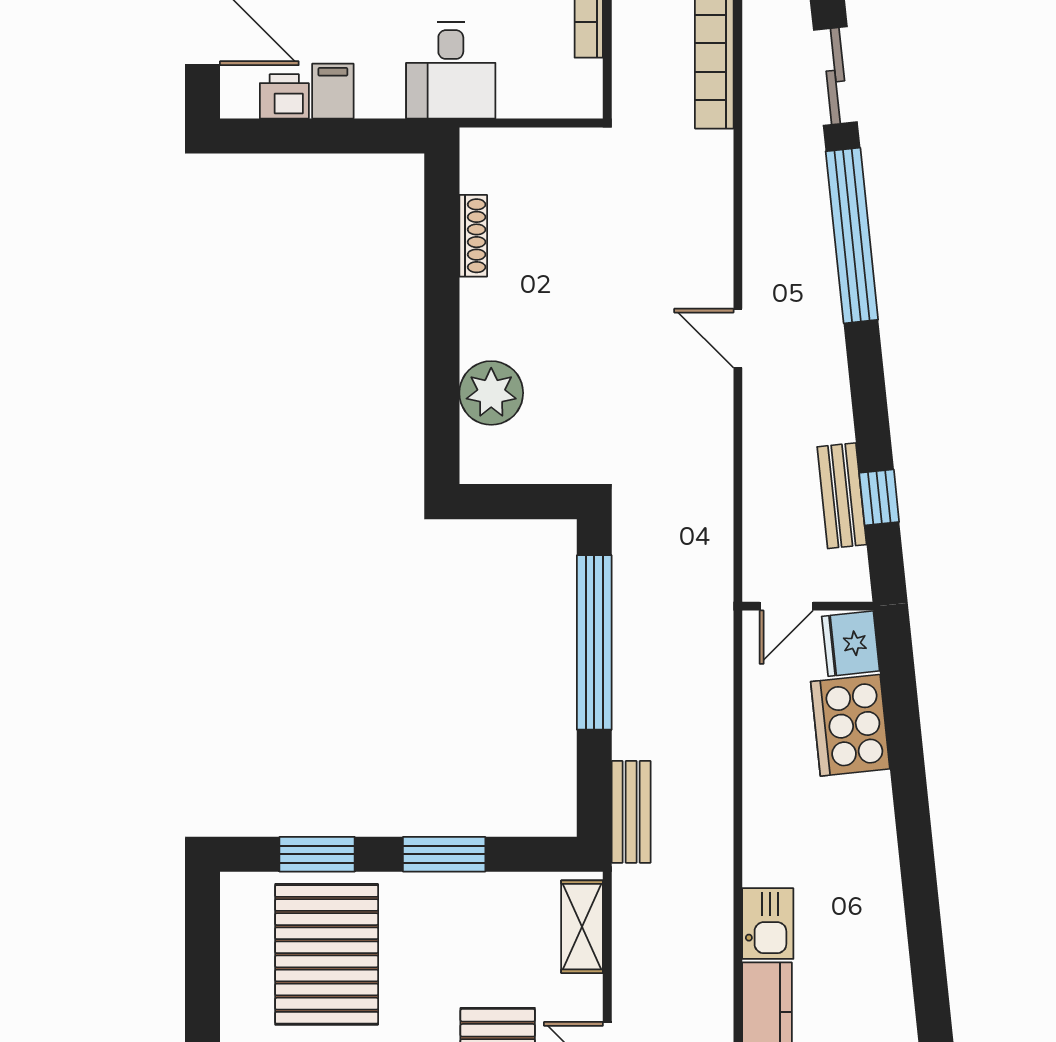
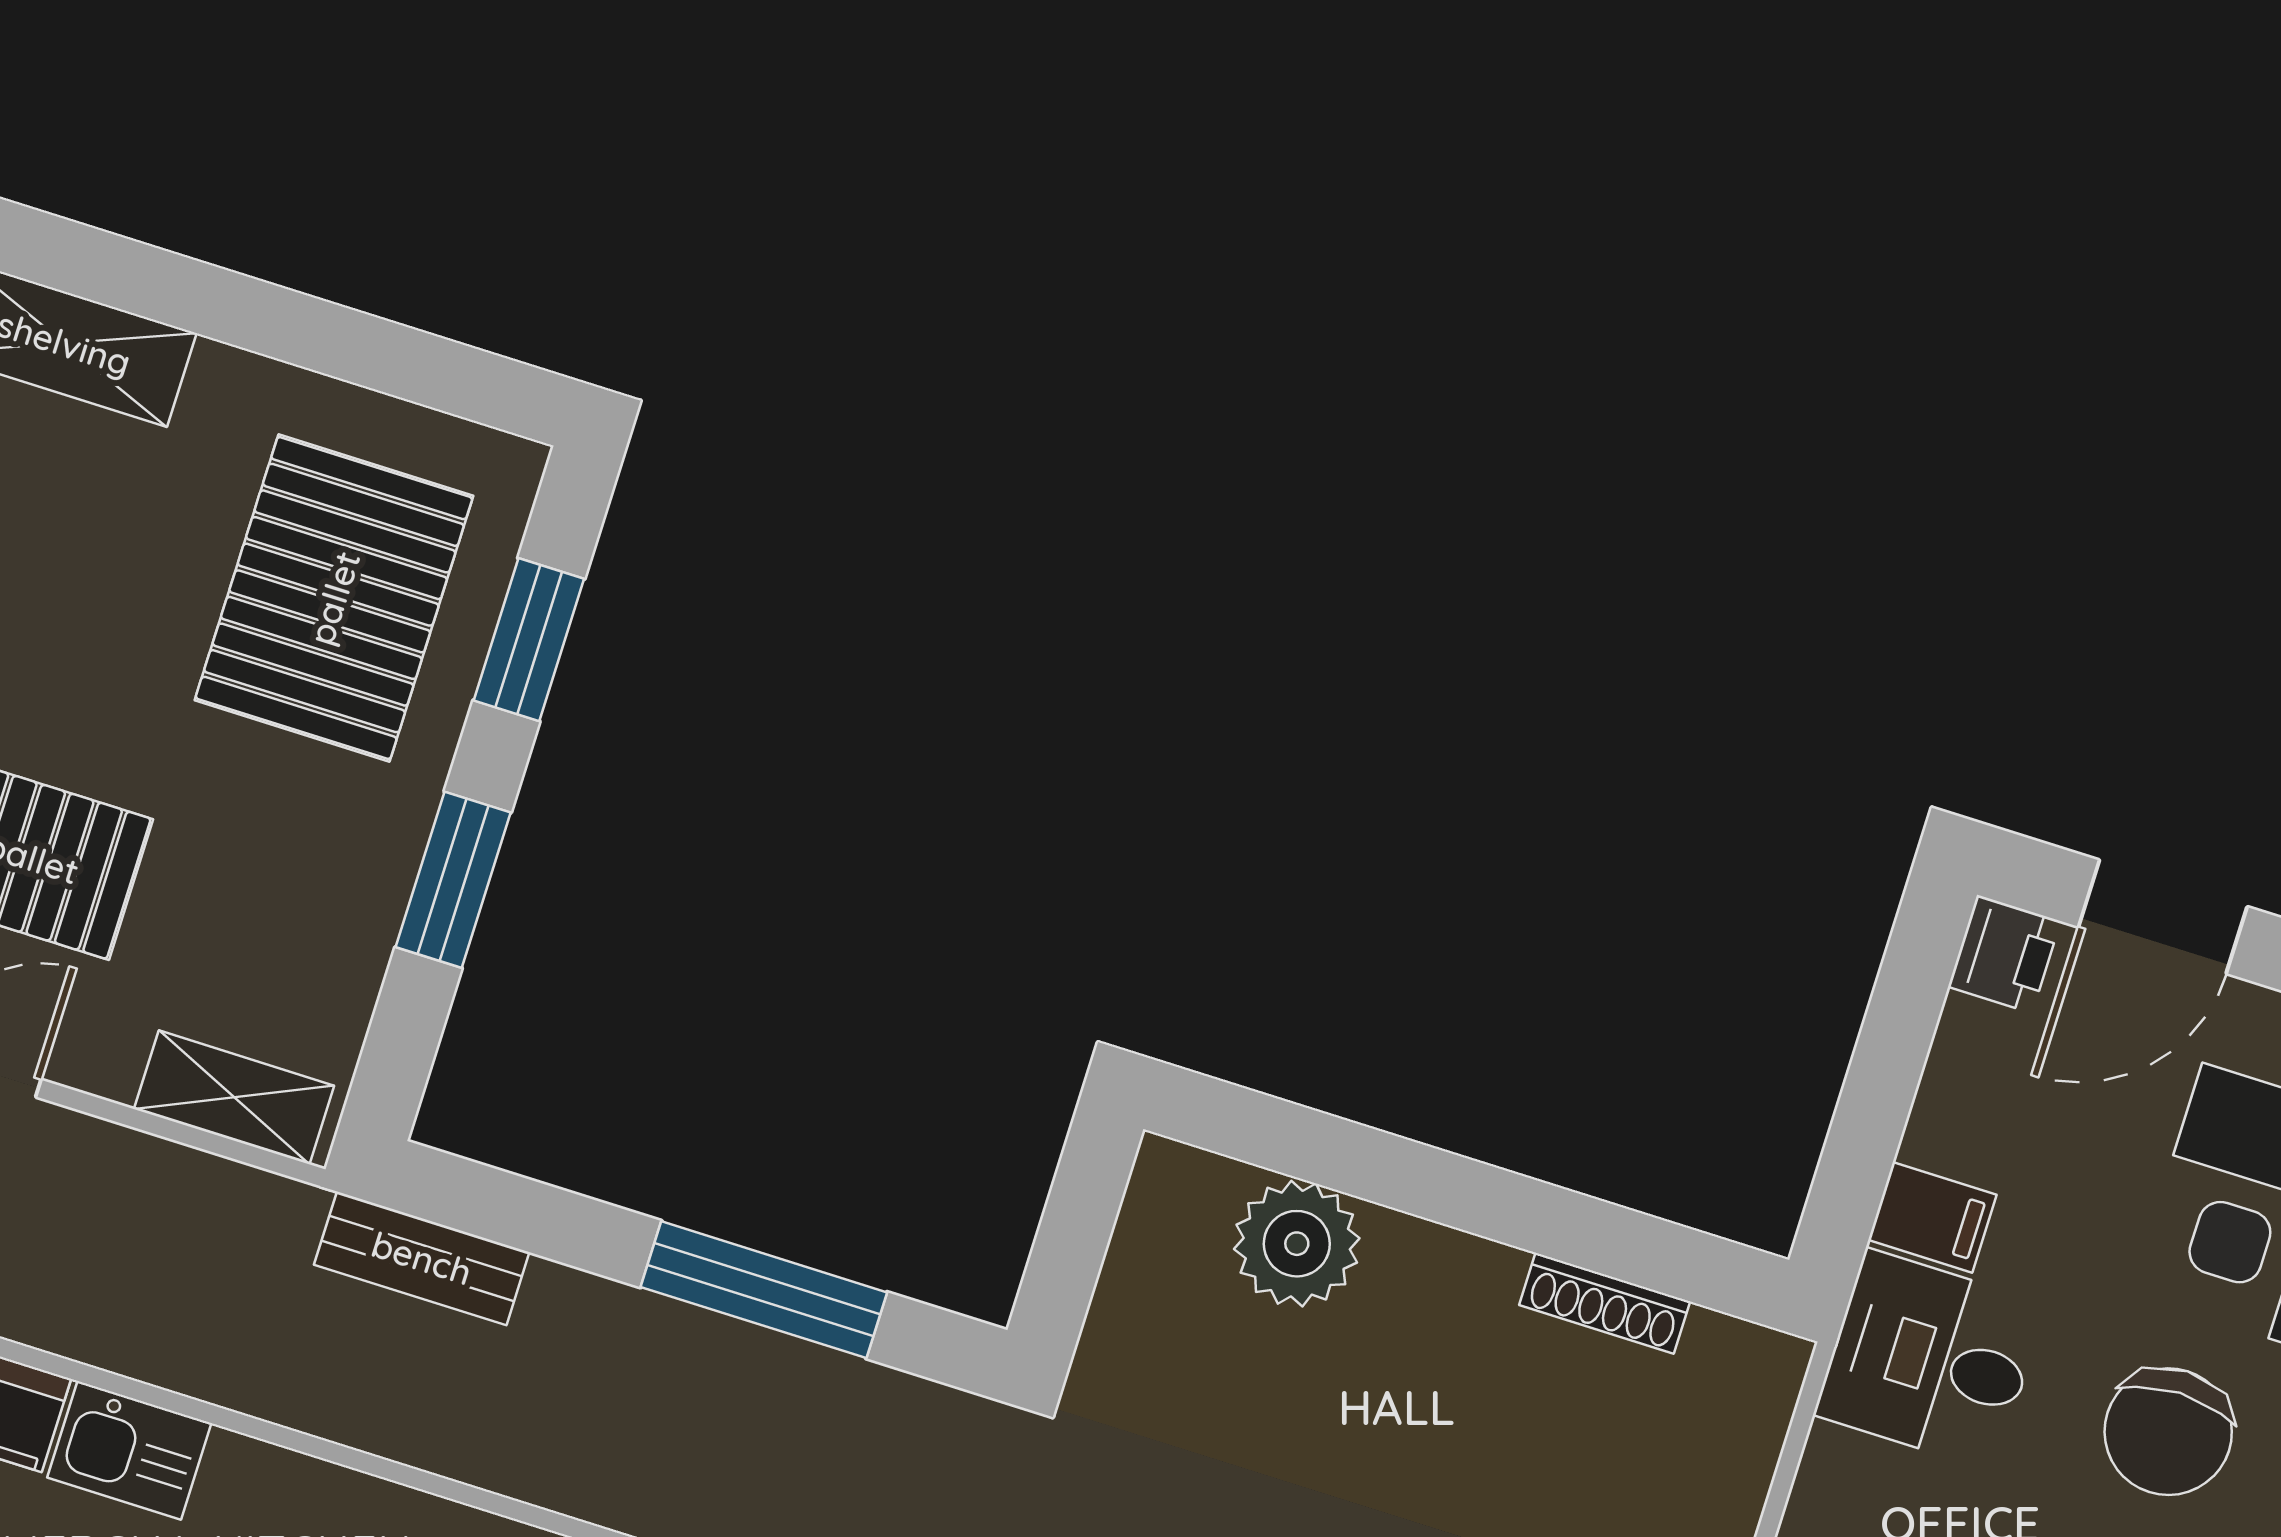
filing cabinet: (333, 91) -> (1932, 1217), moved
printer: (284, 96) -> (2004, 954), moved
window: (594, 642) -> (764, 1290), width x0.68
pallet: (327, 954) -> (334, 598), turned 90

